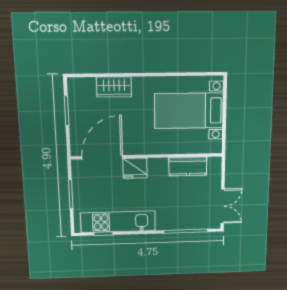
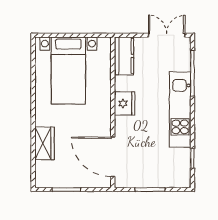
kitchen counter: (188, 166) -> (124, 56), moved
fridge: (135, 168) -> (125, 103), moved
kitchen unit: (118, 222) -> (180, 110), moved

